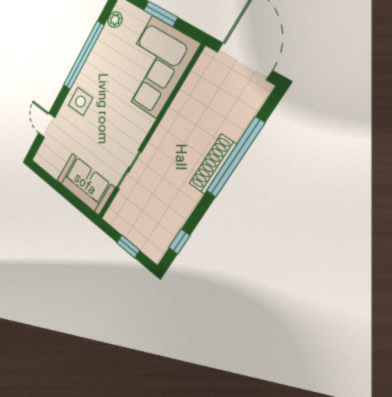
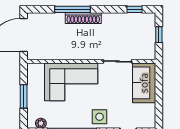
corner sofa: (154, 67) -> (71, 82), moved
window: (235, 157) -> (73, 9), width x0.68

